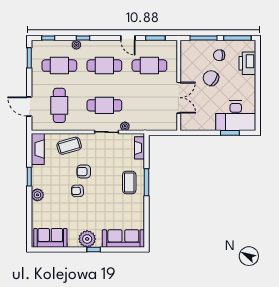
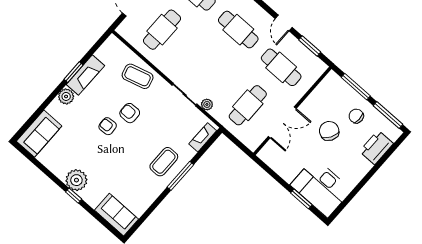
cafe table: (104, 105) -> (248, 105), moved, turned 90
fireplace: (38, 149) -> (85, 75), moved
sofa: (50, 238) -> (39, 134), moved, turned 90
sofa: (123, 238) -> (117, 215), width x0.73

